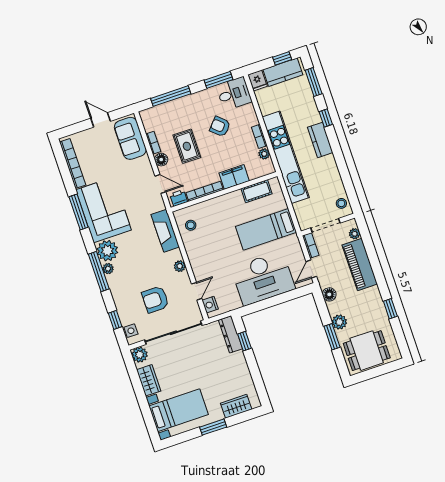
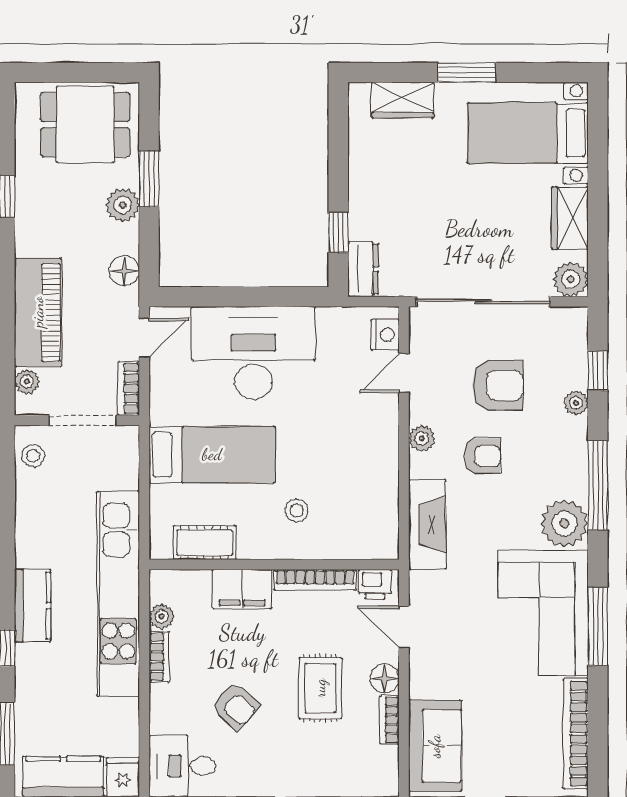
stool: (191, 225) -> (297, 510), moved
armchair: (152, 267) -> (482, 456), added
plant: (108, 269) -> (576, 403), moved
side table: (131, 331) -> (572, 336), removed
dresser: (230, 334) -> (363, 269), width x0.70

